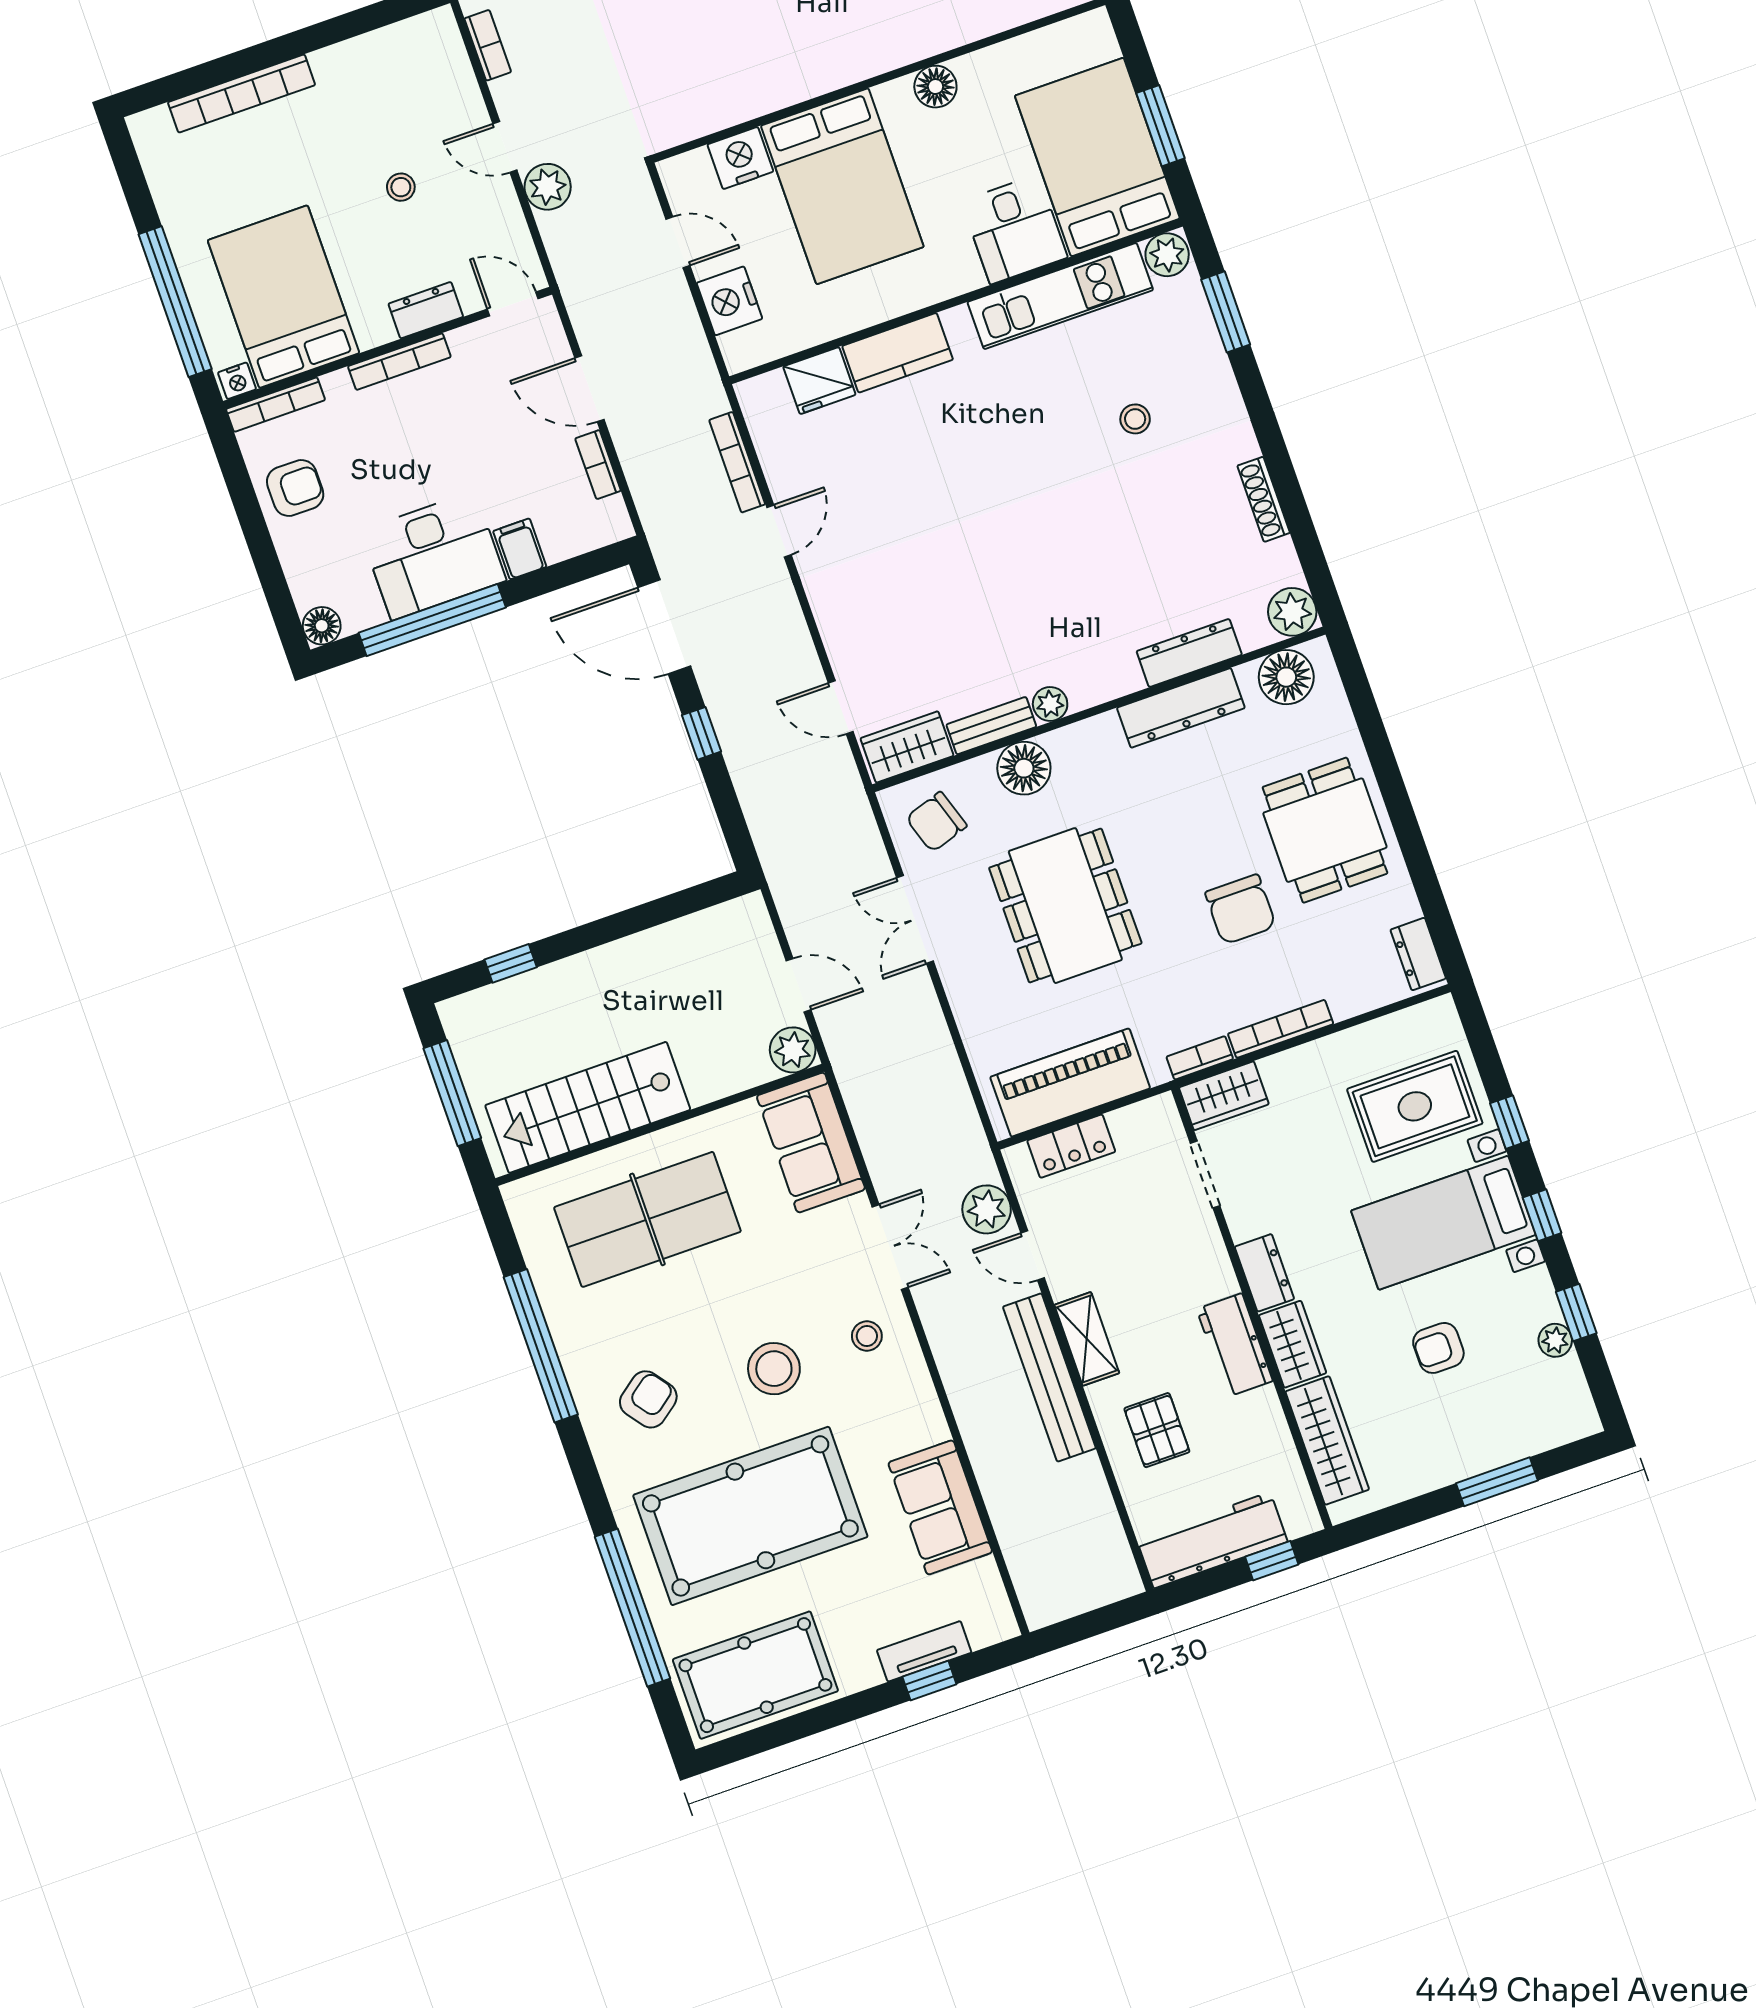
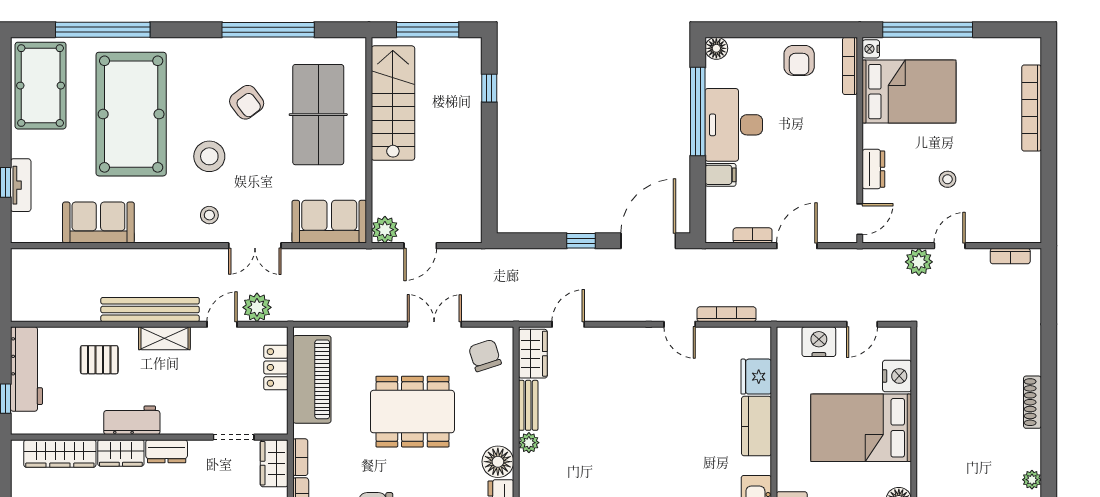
bookcase: (399, 362) -> (850, 144), removed
floor lamp: (1024, 768) -> (498, 462), moved
armchair: (648, 1399) -> (247, 102), moved

